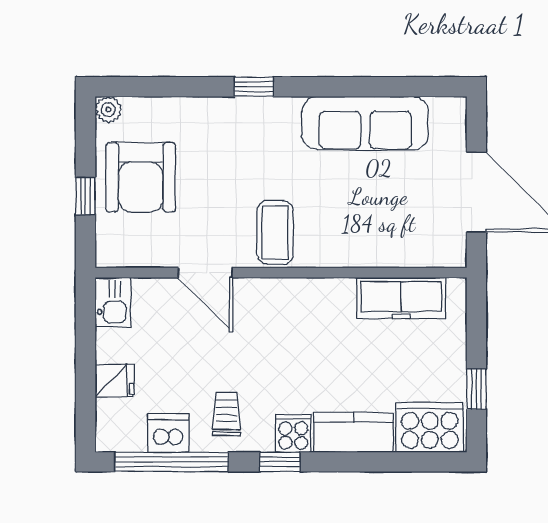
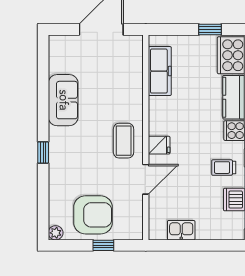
sofa: (365, 123) -> (63, 100), width x0.73
coffee table: (275, 233) -> (124, 141), turned 90
kitchen sink: (113, 302) -> (181, 230), moved
fridge: (115, 381) -> (159, 145), moved, turned 90

